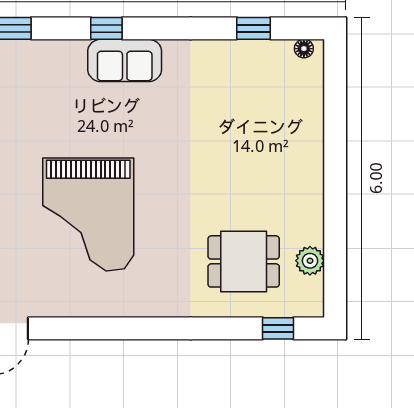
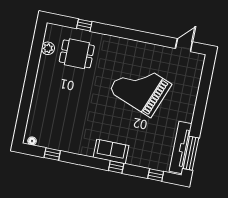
grand piano: (88, 215) -> (140, 88), turned -69
window: (278, 328) -> (84, 25), moved

